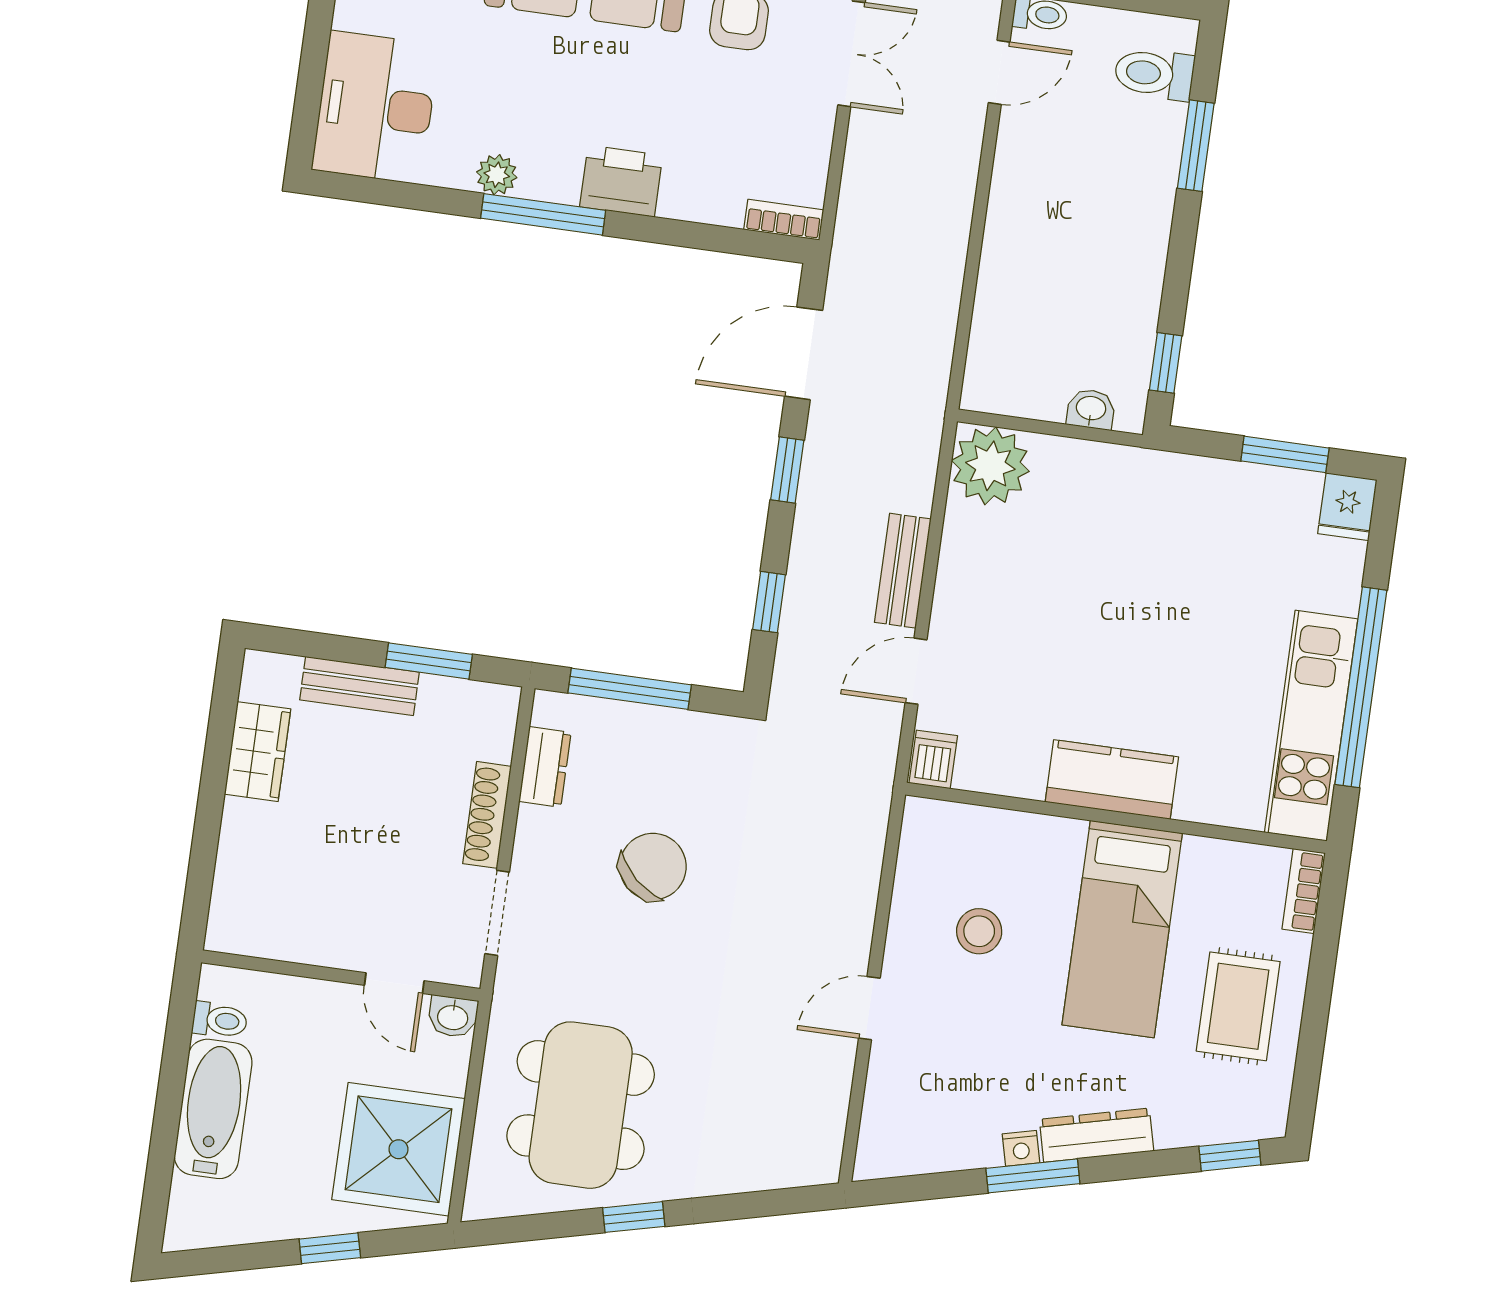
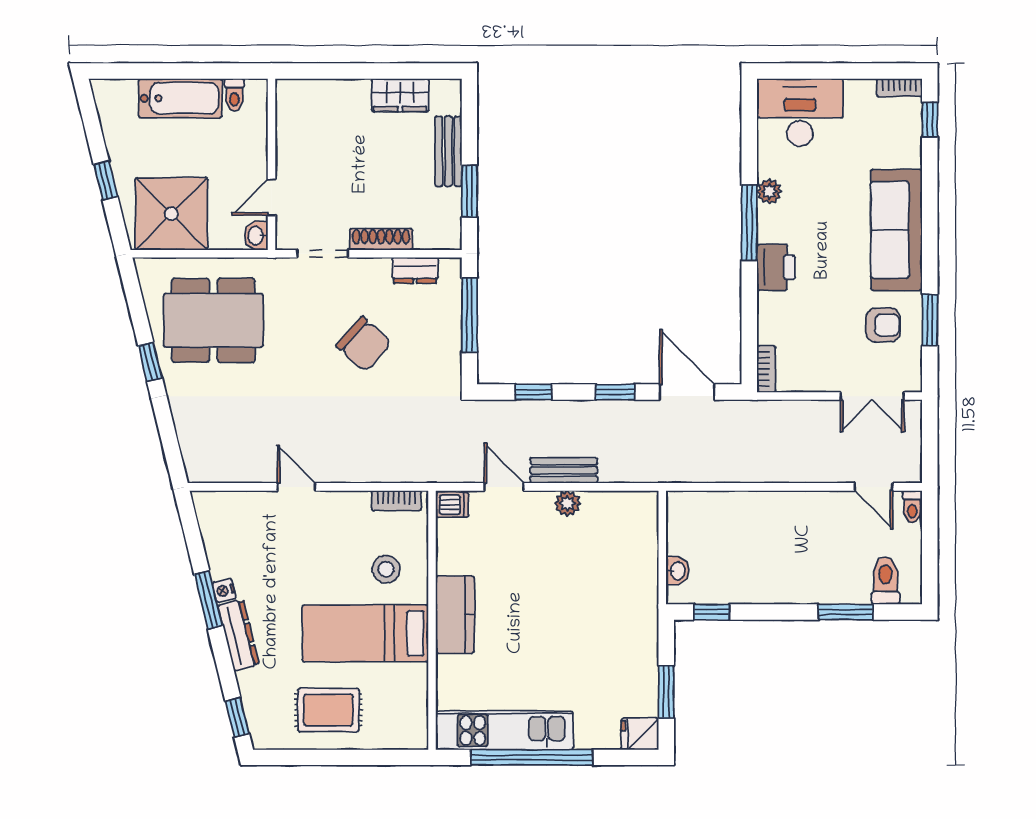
plant: (990, 466) -> (567, 503), moved, width x0.53, depth x0.53
bookcase: (1304, 891) -> (396, 500), moved, turned 180
stool: (979, 931) -> (386, 569), moved

